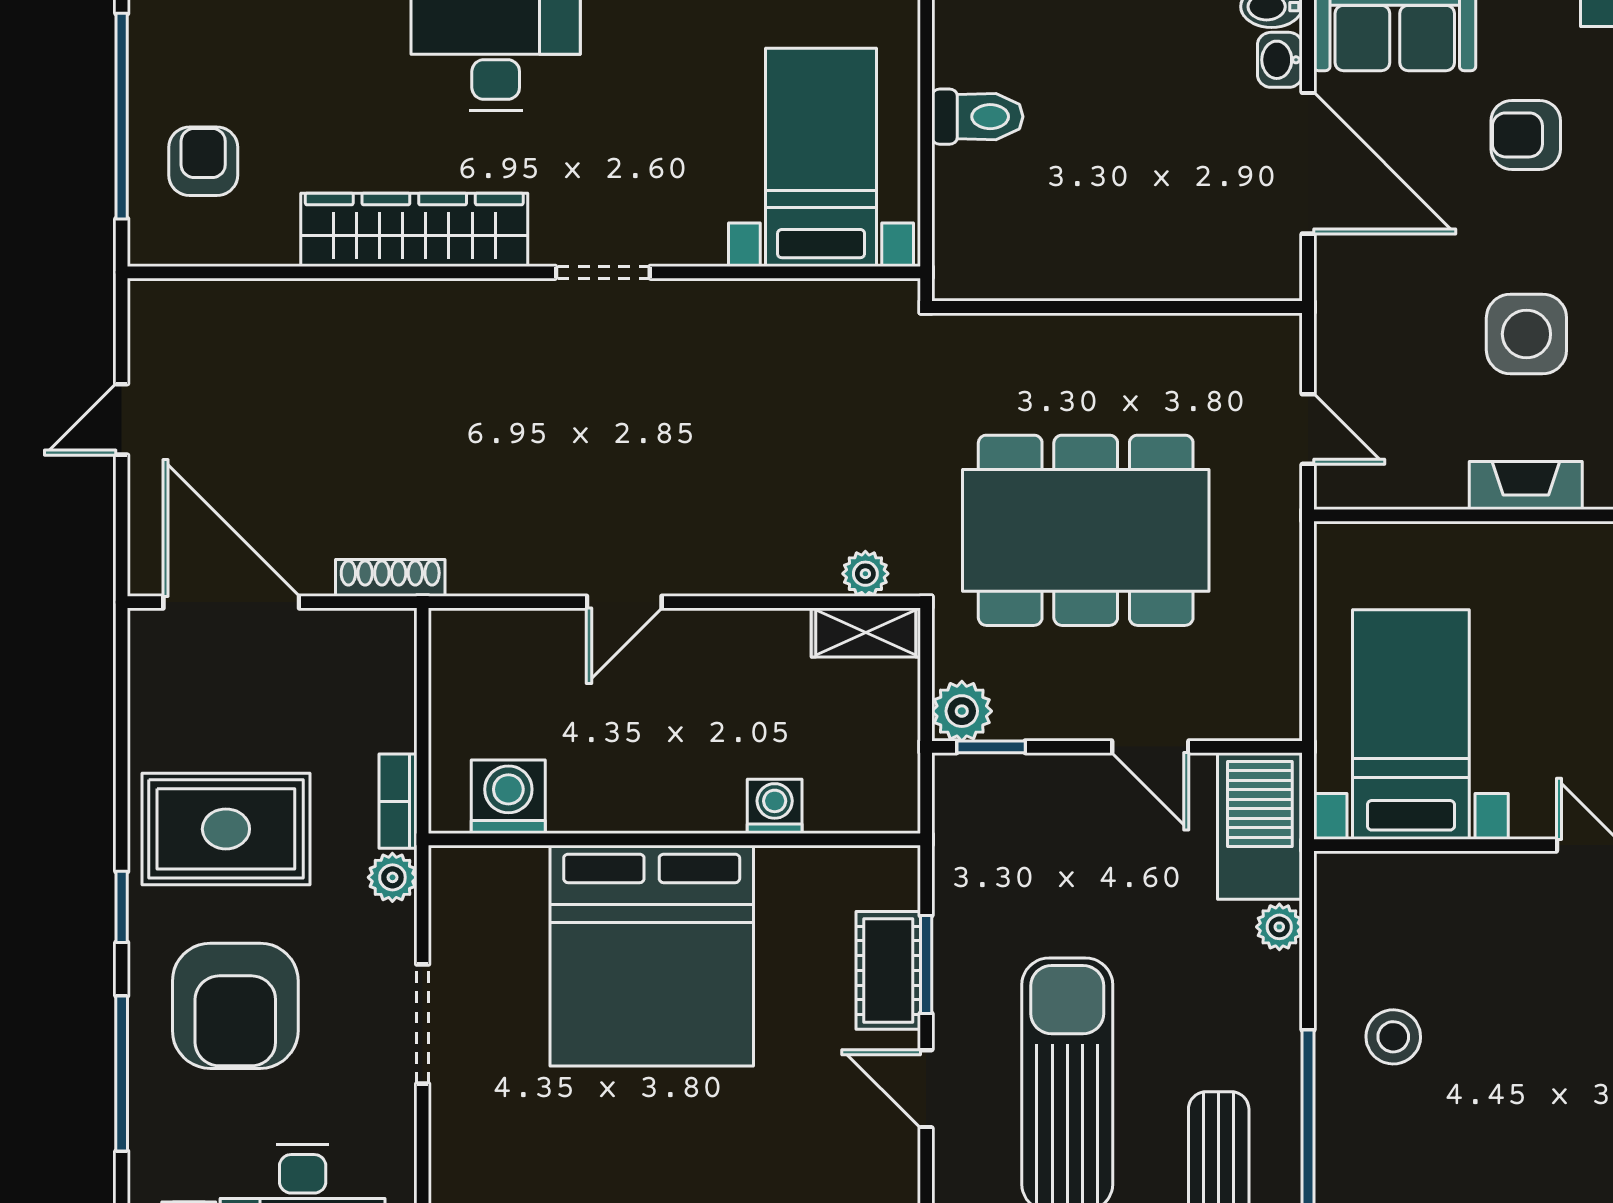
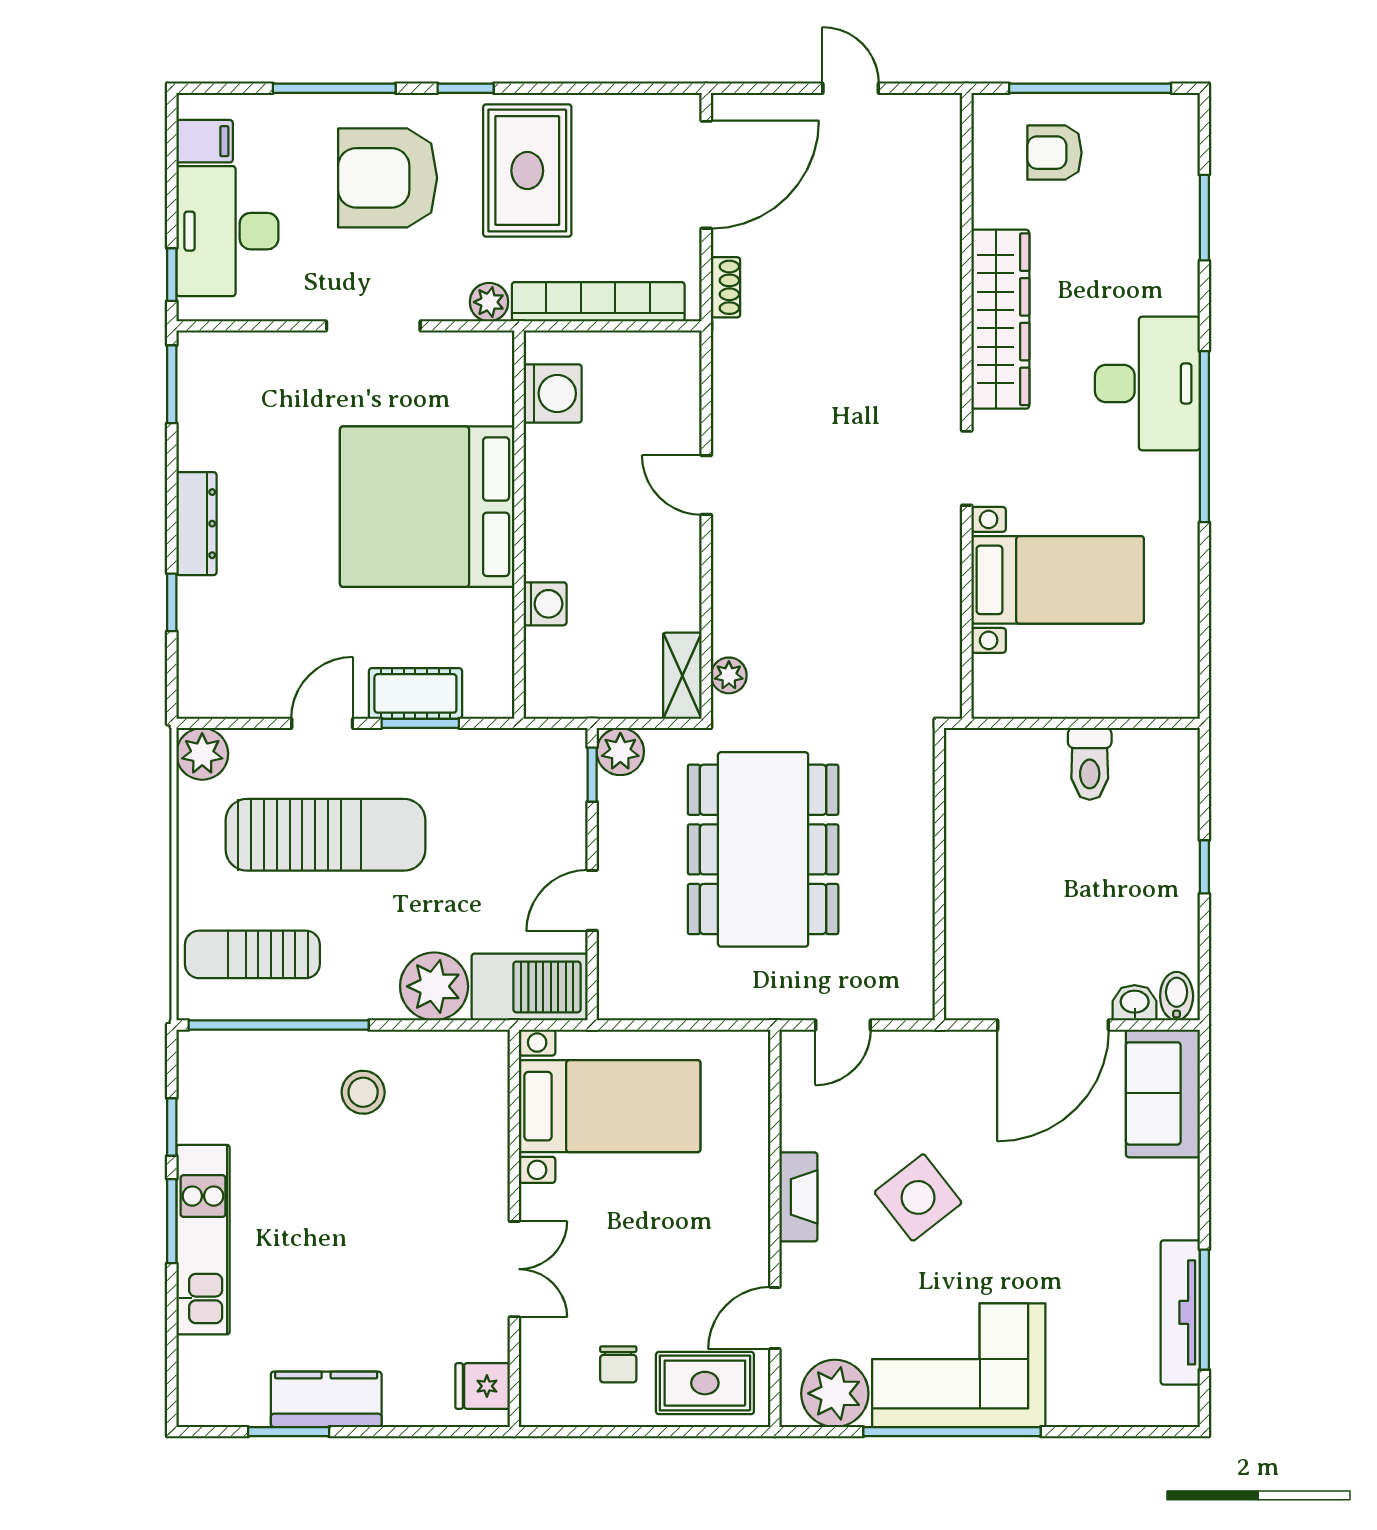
armchair: (1526, 135) -> (1075, 1197), removed
bed with nightstands: (821, 157) -> (1058, 580), moved
armchair: (203, 161) -> (1054, 153), turned 180
side table: (1526, 334) -> (918, 1197), turned -38
shoe rack: (390, 578) -> (726, 287), width x0.70
bookcase: (398, 801) -> (598, 302), width x2.31, depth x1.31
plant: (1279, 927) -> (434, 986), width x1.87, depth x1.87

